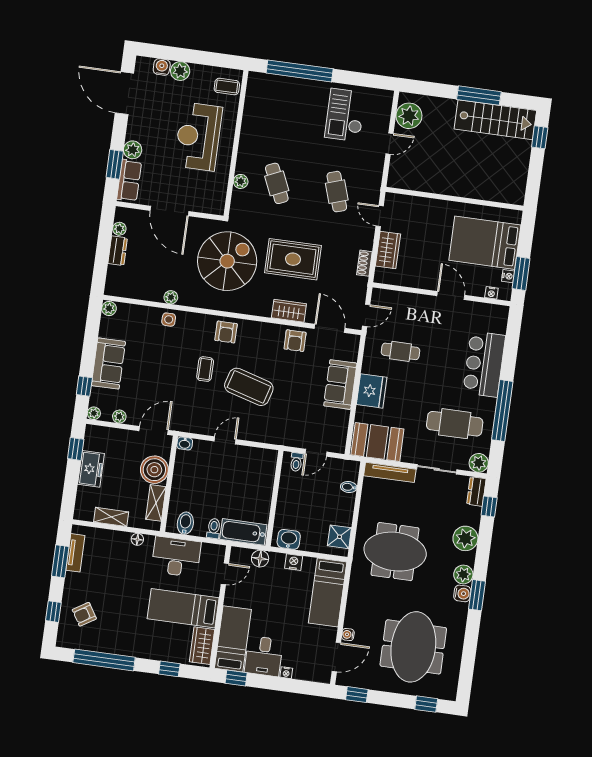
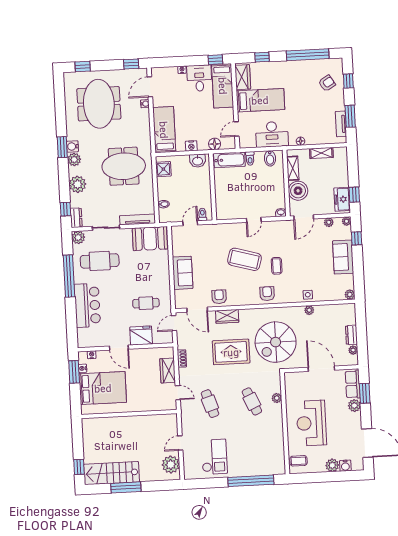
reception desk: (198, 137) -> (311, 423), turned 180
fridge: (372, 391) -> (141, 336), moved, turned 90
freezer: (91, 469) -> (342, 199), moved

